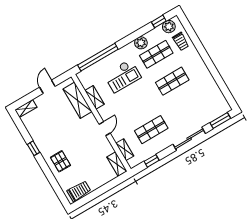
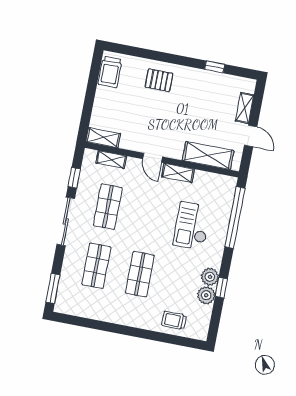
window: (159, 21) -> (221, 288), moved
plant: (169, 27) -> (206, 295), moved
shop shelf: (156, 54) -> (96, 266), moved
shelving: (94, 97) -> (178, 173), moved
shelving: (26, 109) -> (245, 108), moved
sliding door: (189, 139) -> (66, 221), moved
window: (33, 148) -> (215, 67), moved

